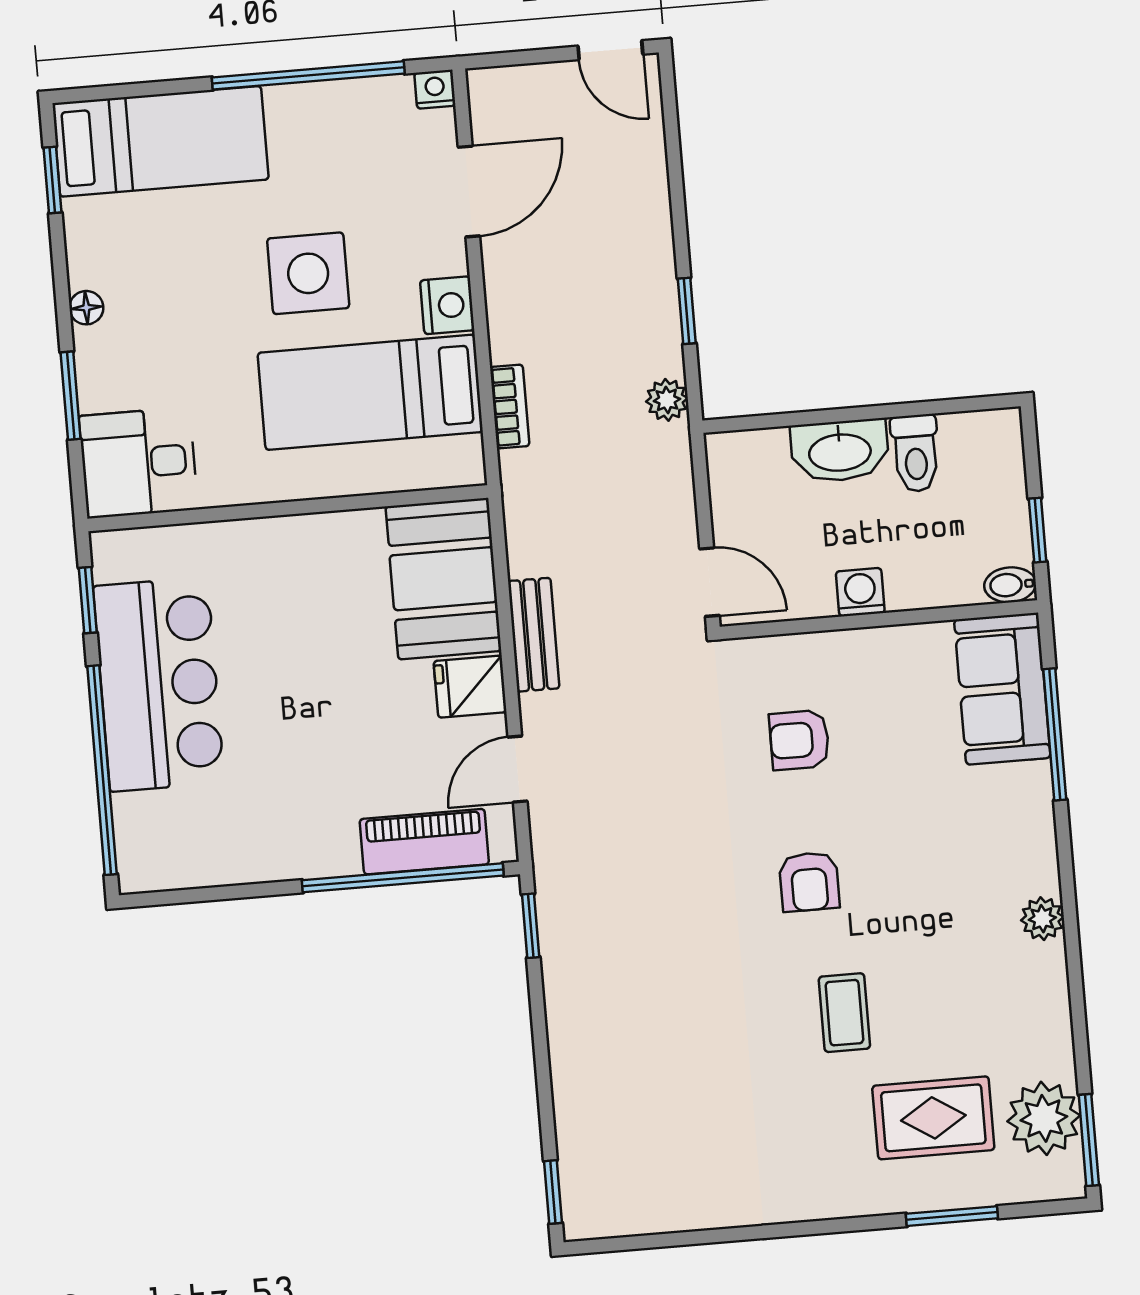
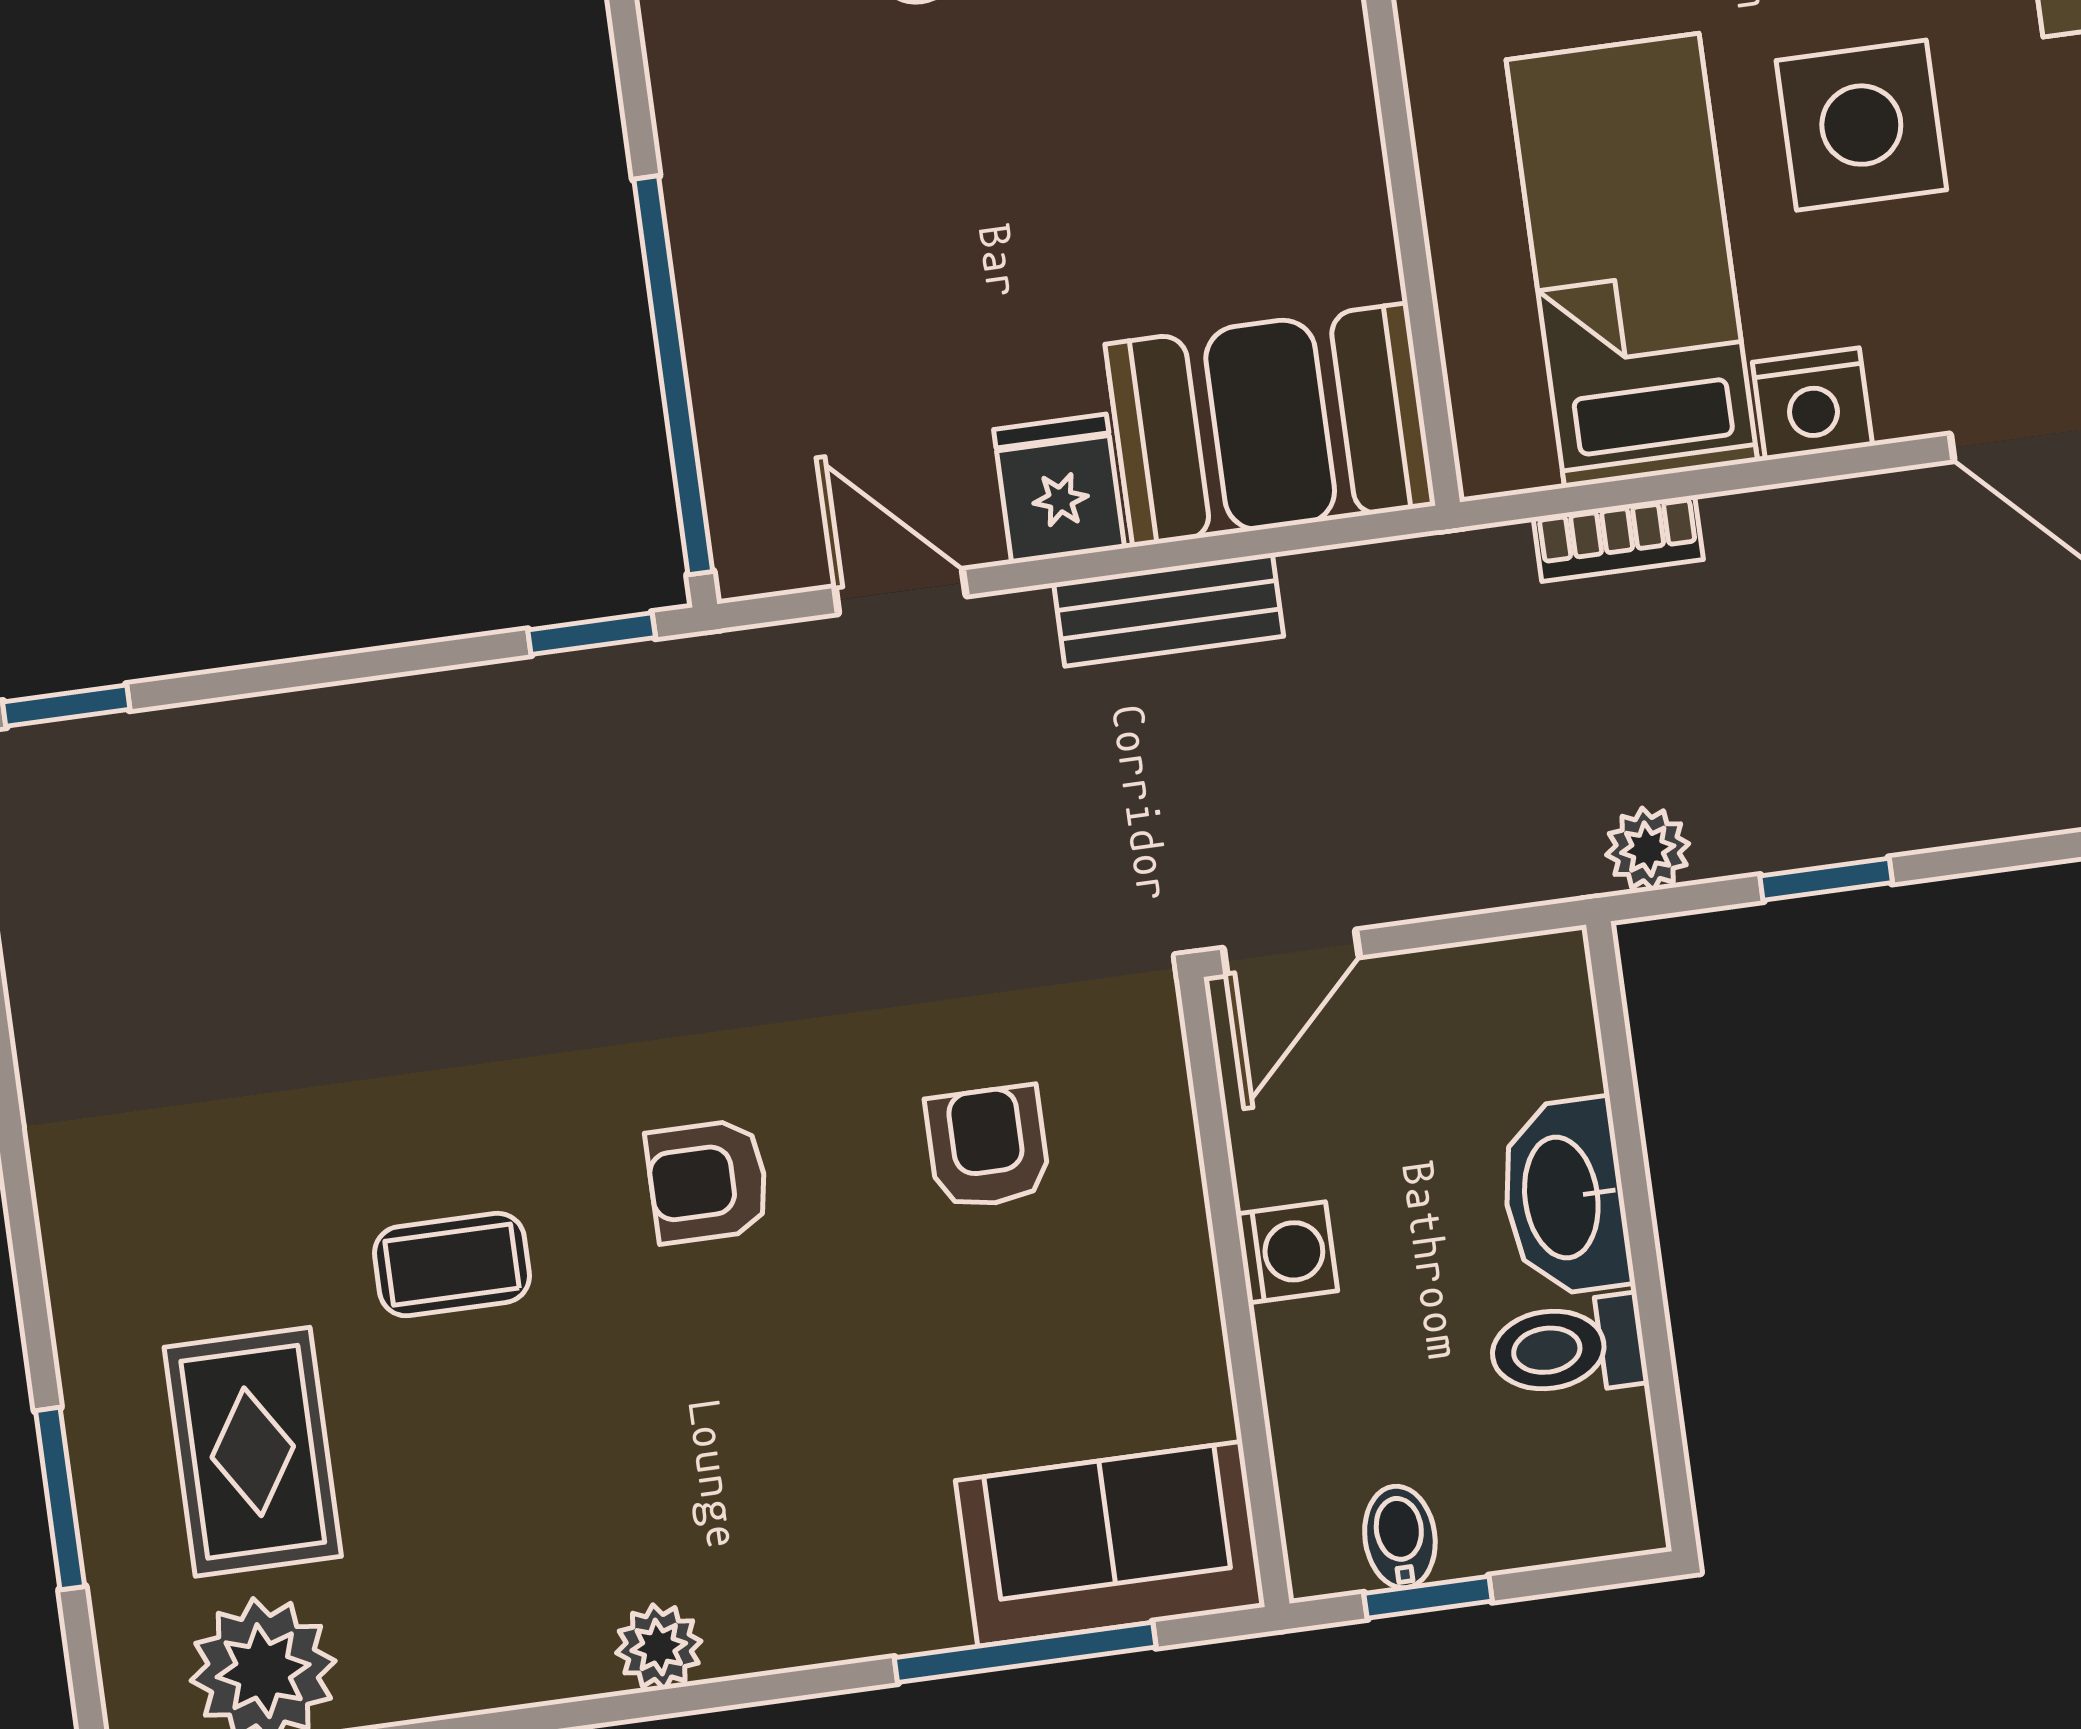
bidet: (1010, 585) -> (1400, 1537), moved
piano: (424, 842) -> (747, 414), removed

